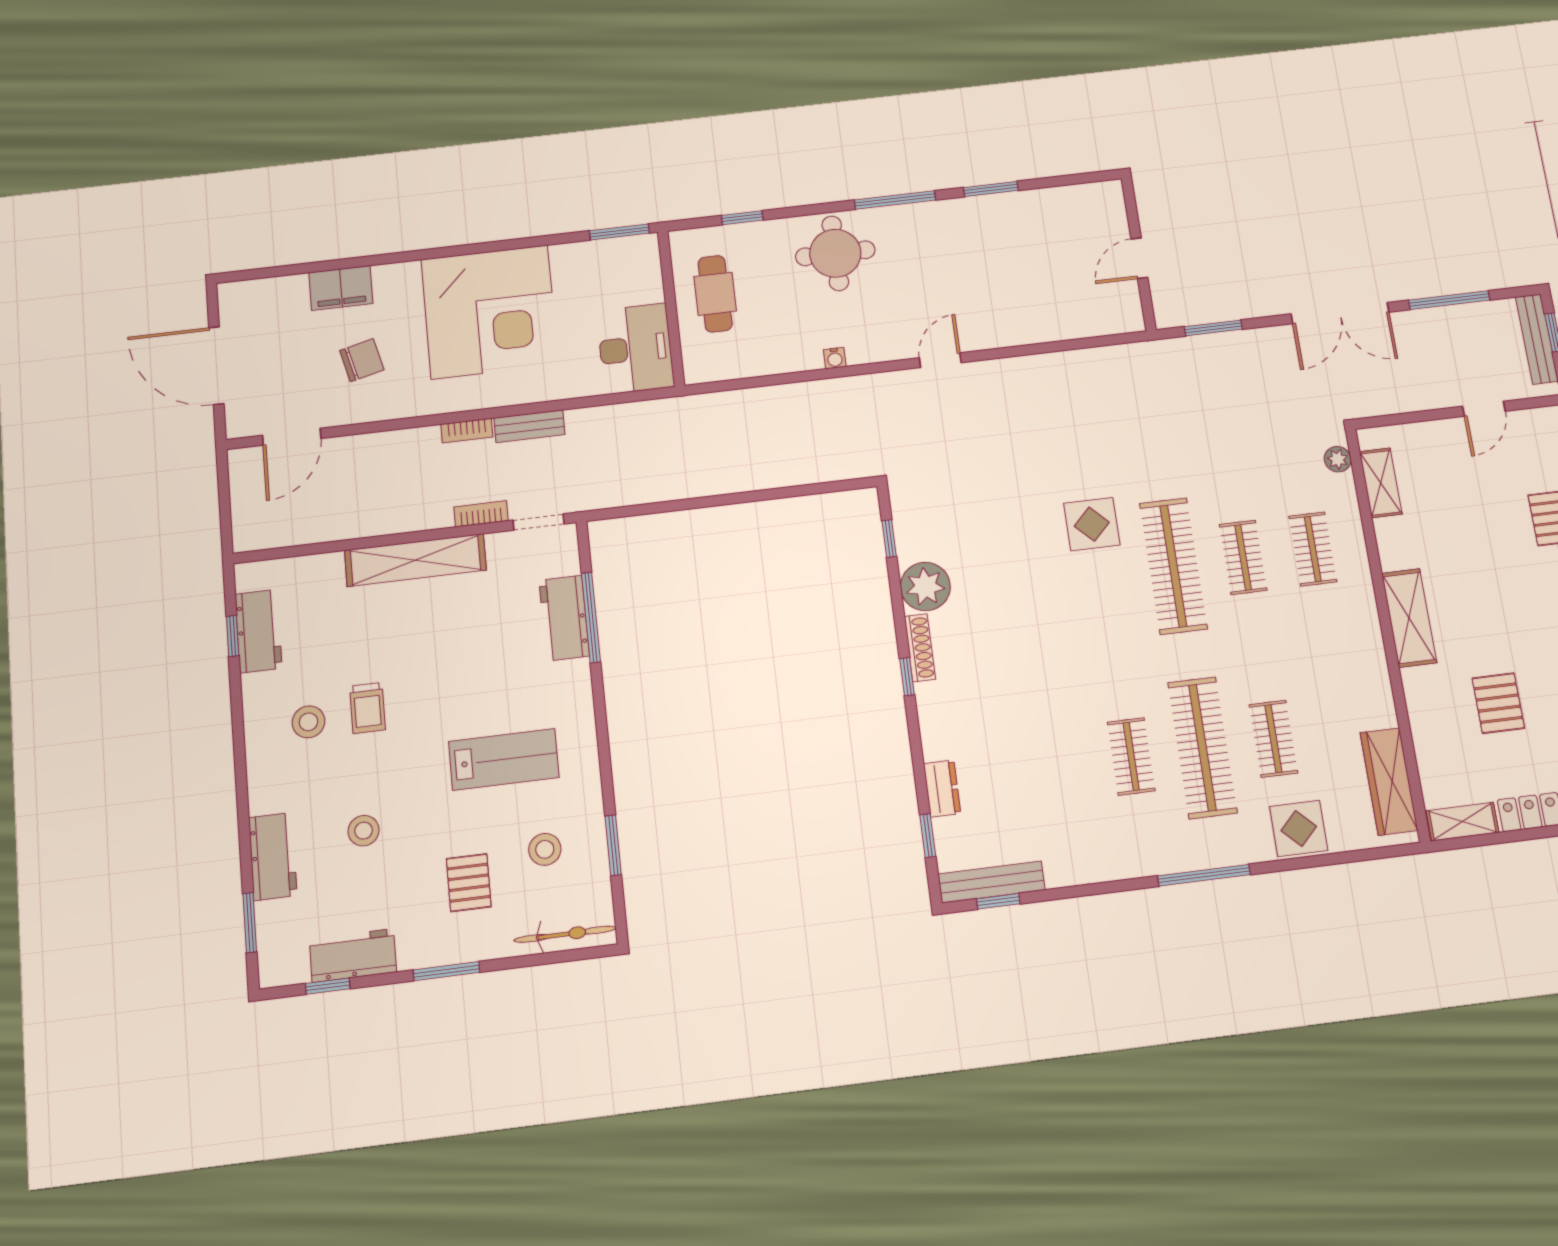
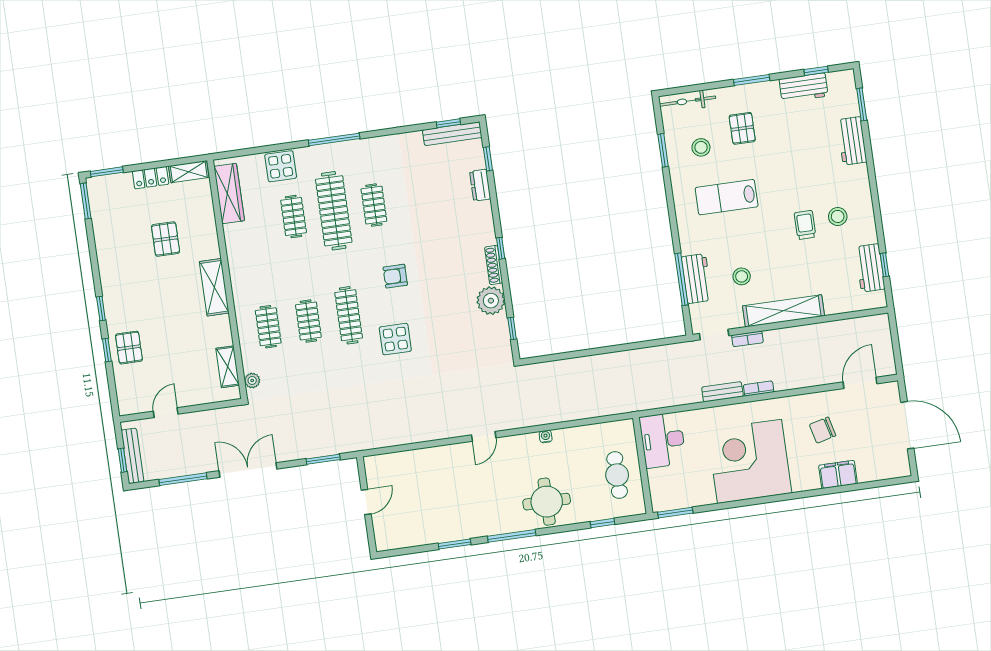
clothes rail: (1173, 566) -> (349, 315), width x0.73, depth x0.76
armchair: (1093, 632) -> (395, 276), added
stool: (364, 831) -> (742, 276), moved

